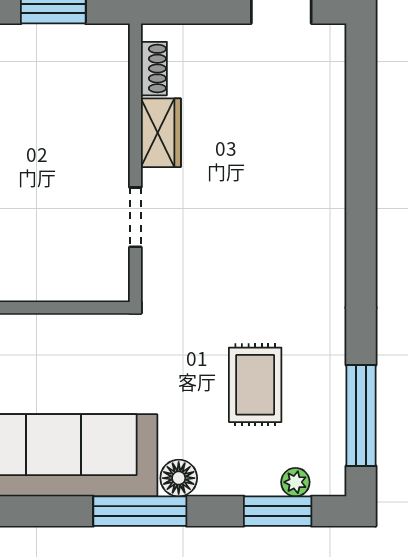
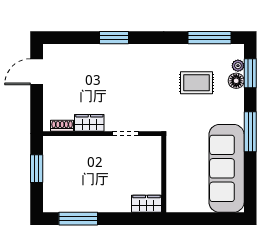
window: (361, 191) -> (114, 38), added
floor lamp: (179, 478) -> (236, 81), moved

